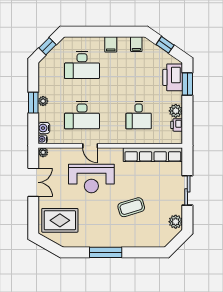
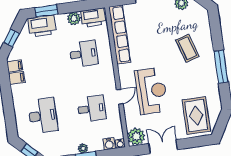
filing cabinet: (111, 44) -> (17, 78), moved
desk: (82, 115) -> (91, 109), width x0.73
printer: (177, 125) -> (93, 17), width x1.87, depth x1.48
plant: (43, 152) -> (136, 136), width x1.87, depth x1.87
coffee table: (131, 207) -> (187, 48), moved

